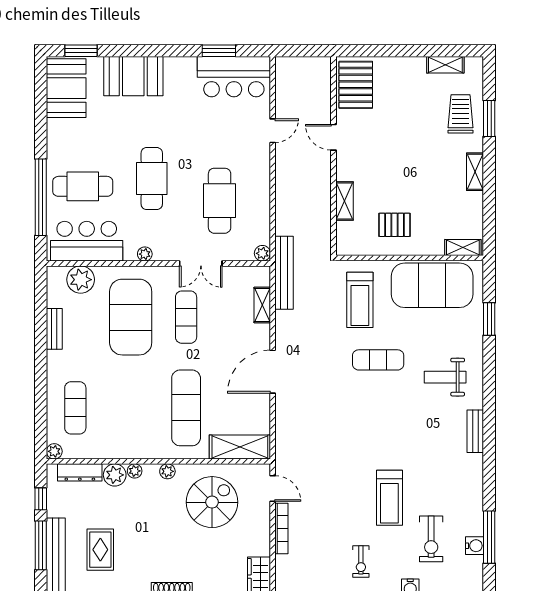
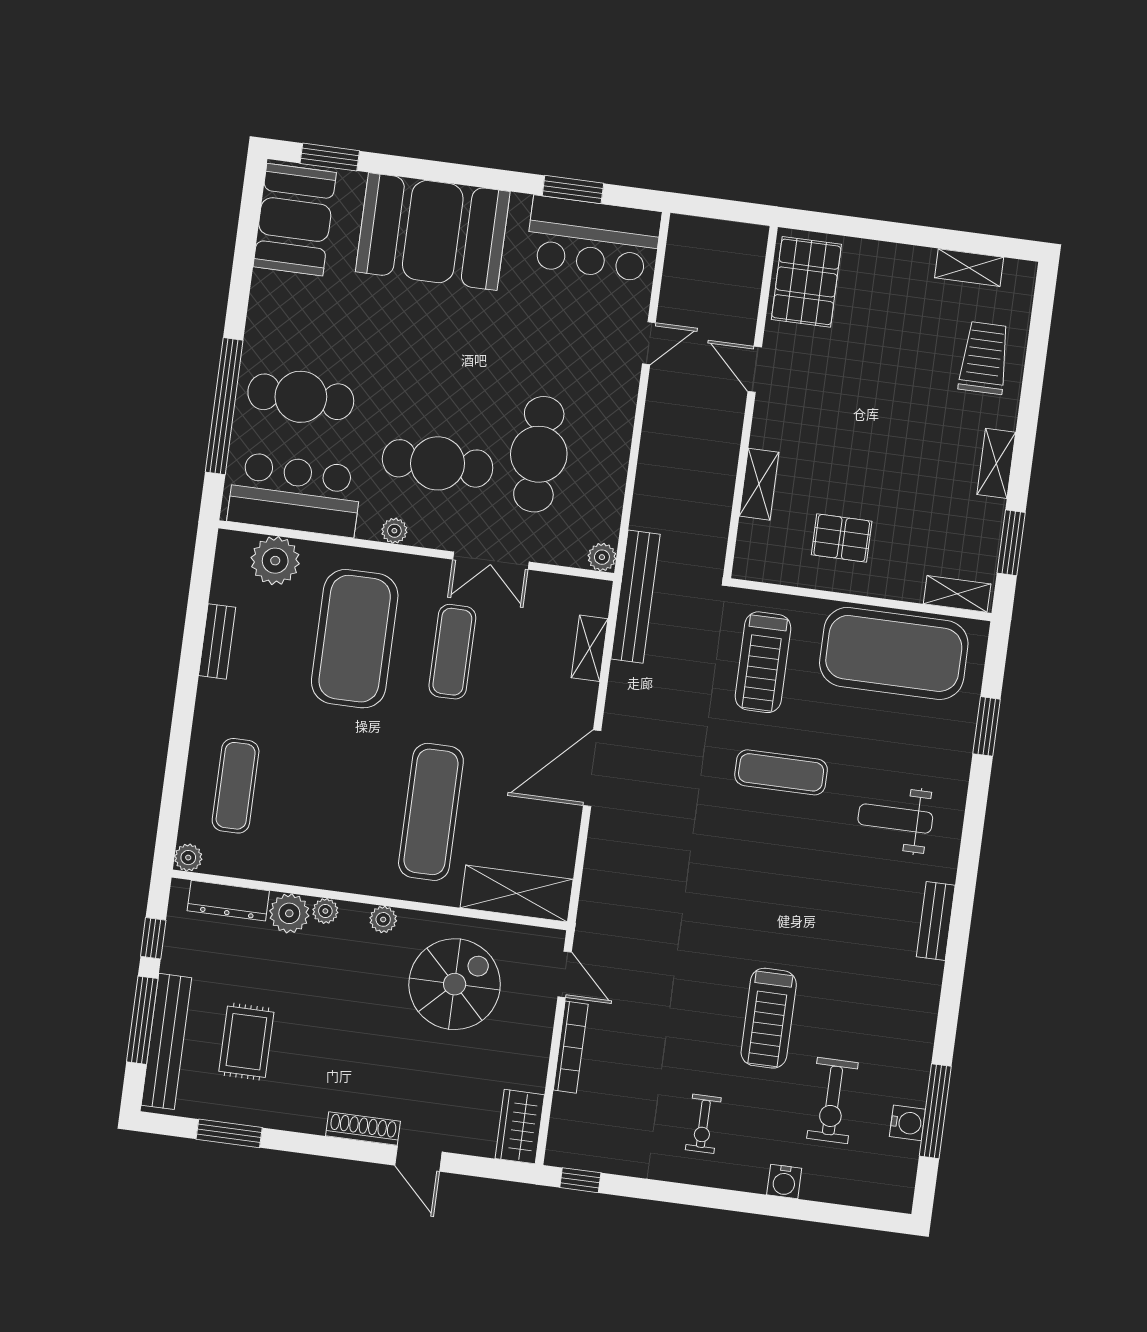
booth: (133, 76) -> (433, 232), width x1.36, depth x1.42
window: (489, 118) -> (1011, 543), moved
cafe table: (152, 179) -> (438, 463), moved, turned 90

